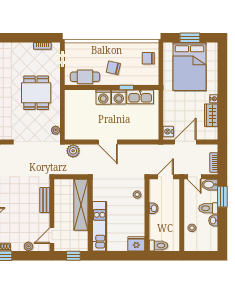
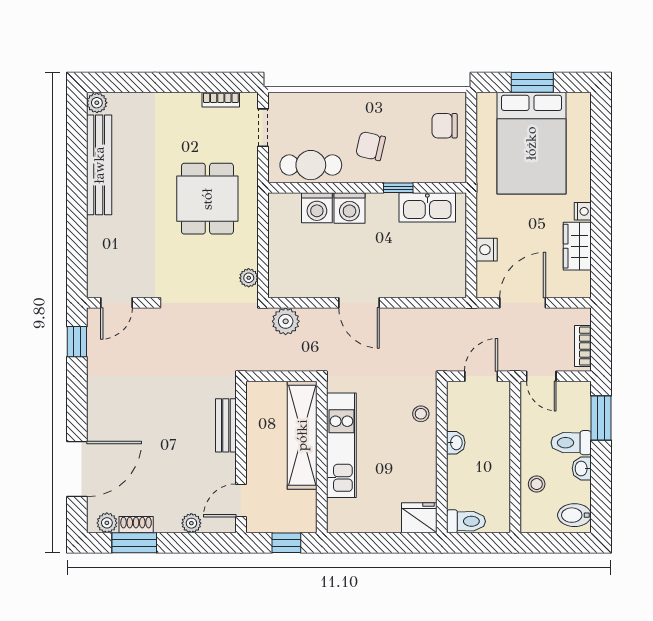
washing machine: (119, 97) -> (317, 208), moved
nightstand: (168, 131) -> (487, 250), moved
bidet: (210, 185) -> (574, 515), moved
kitchen unit: (99, 226) -> (341, 445), moved

